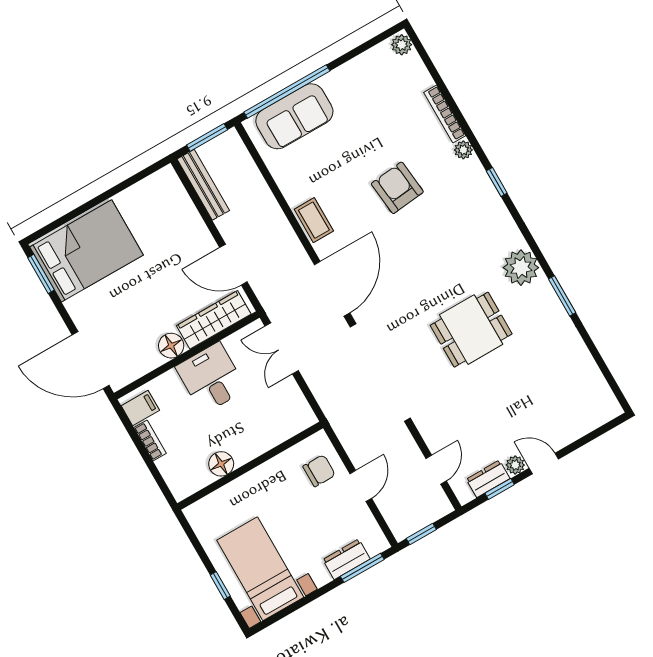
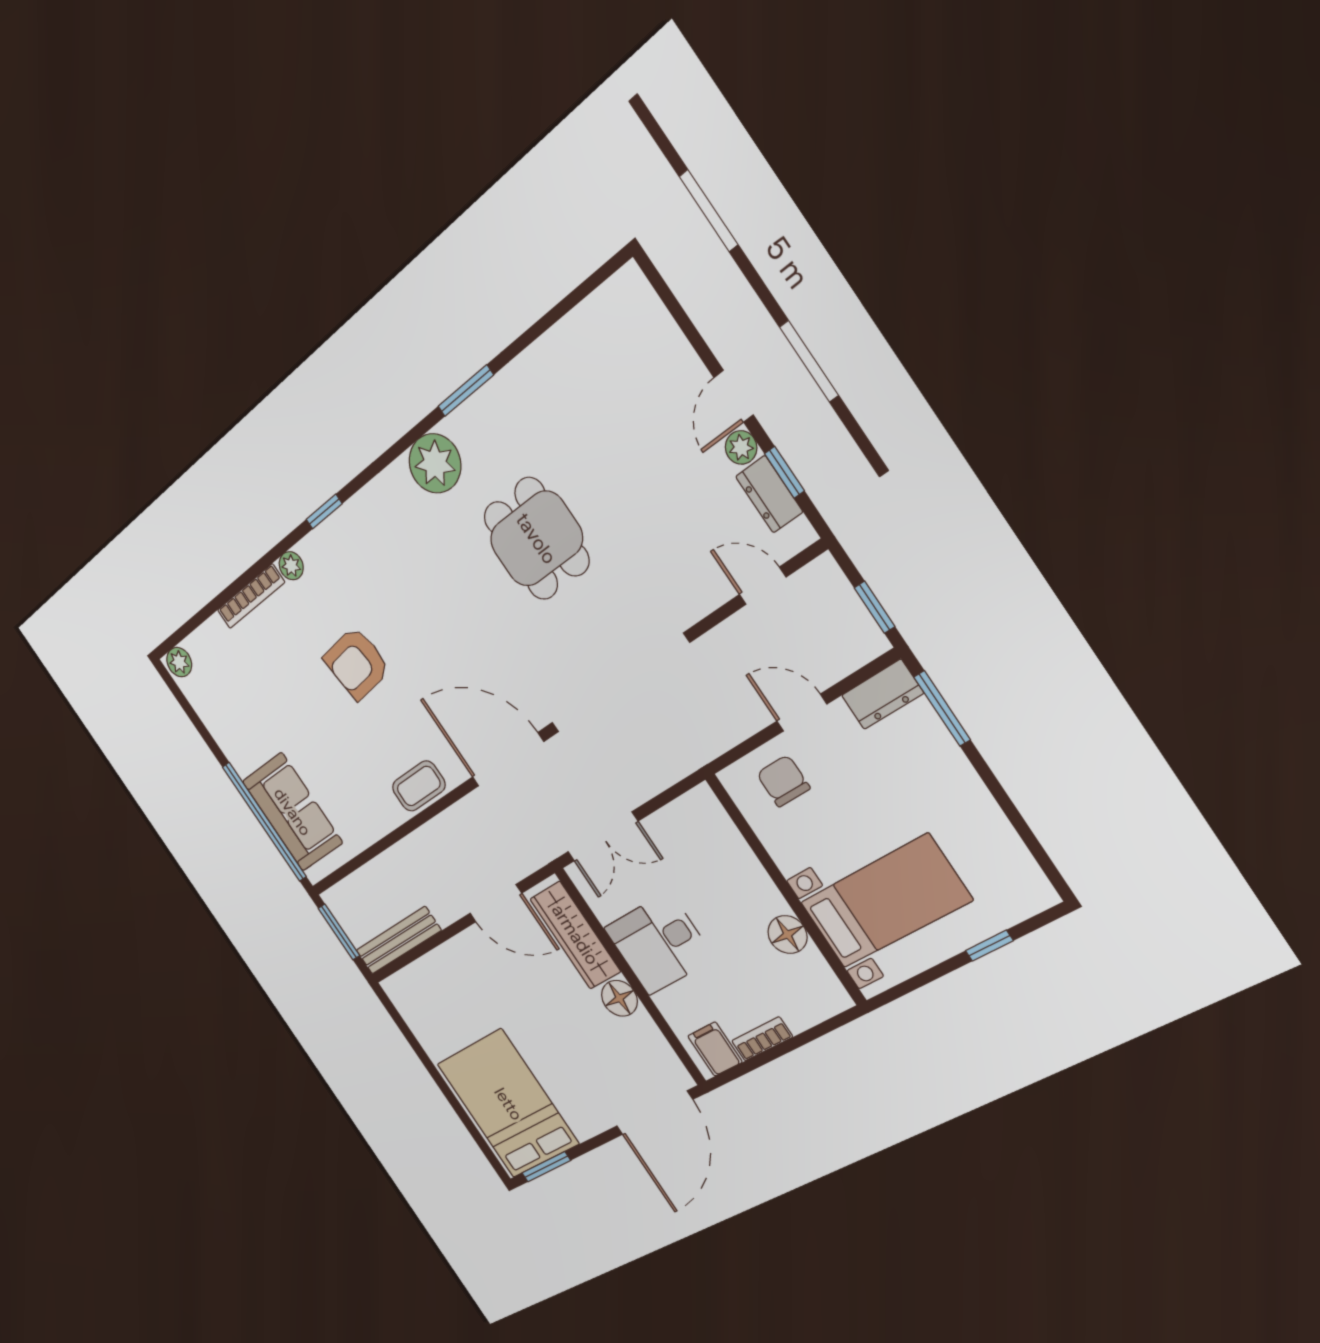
door: (233, 265) -> (496, 903), hinge flipped
dresser: (346, 559) -> (883, 694), moved, turned -90
bed with nightstands: (260, 569) -> (885, 901), moved, turned 180

